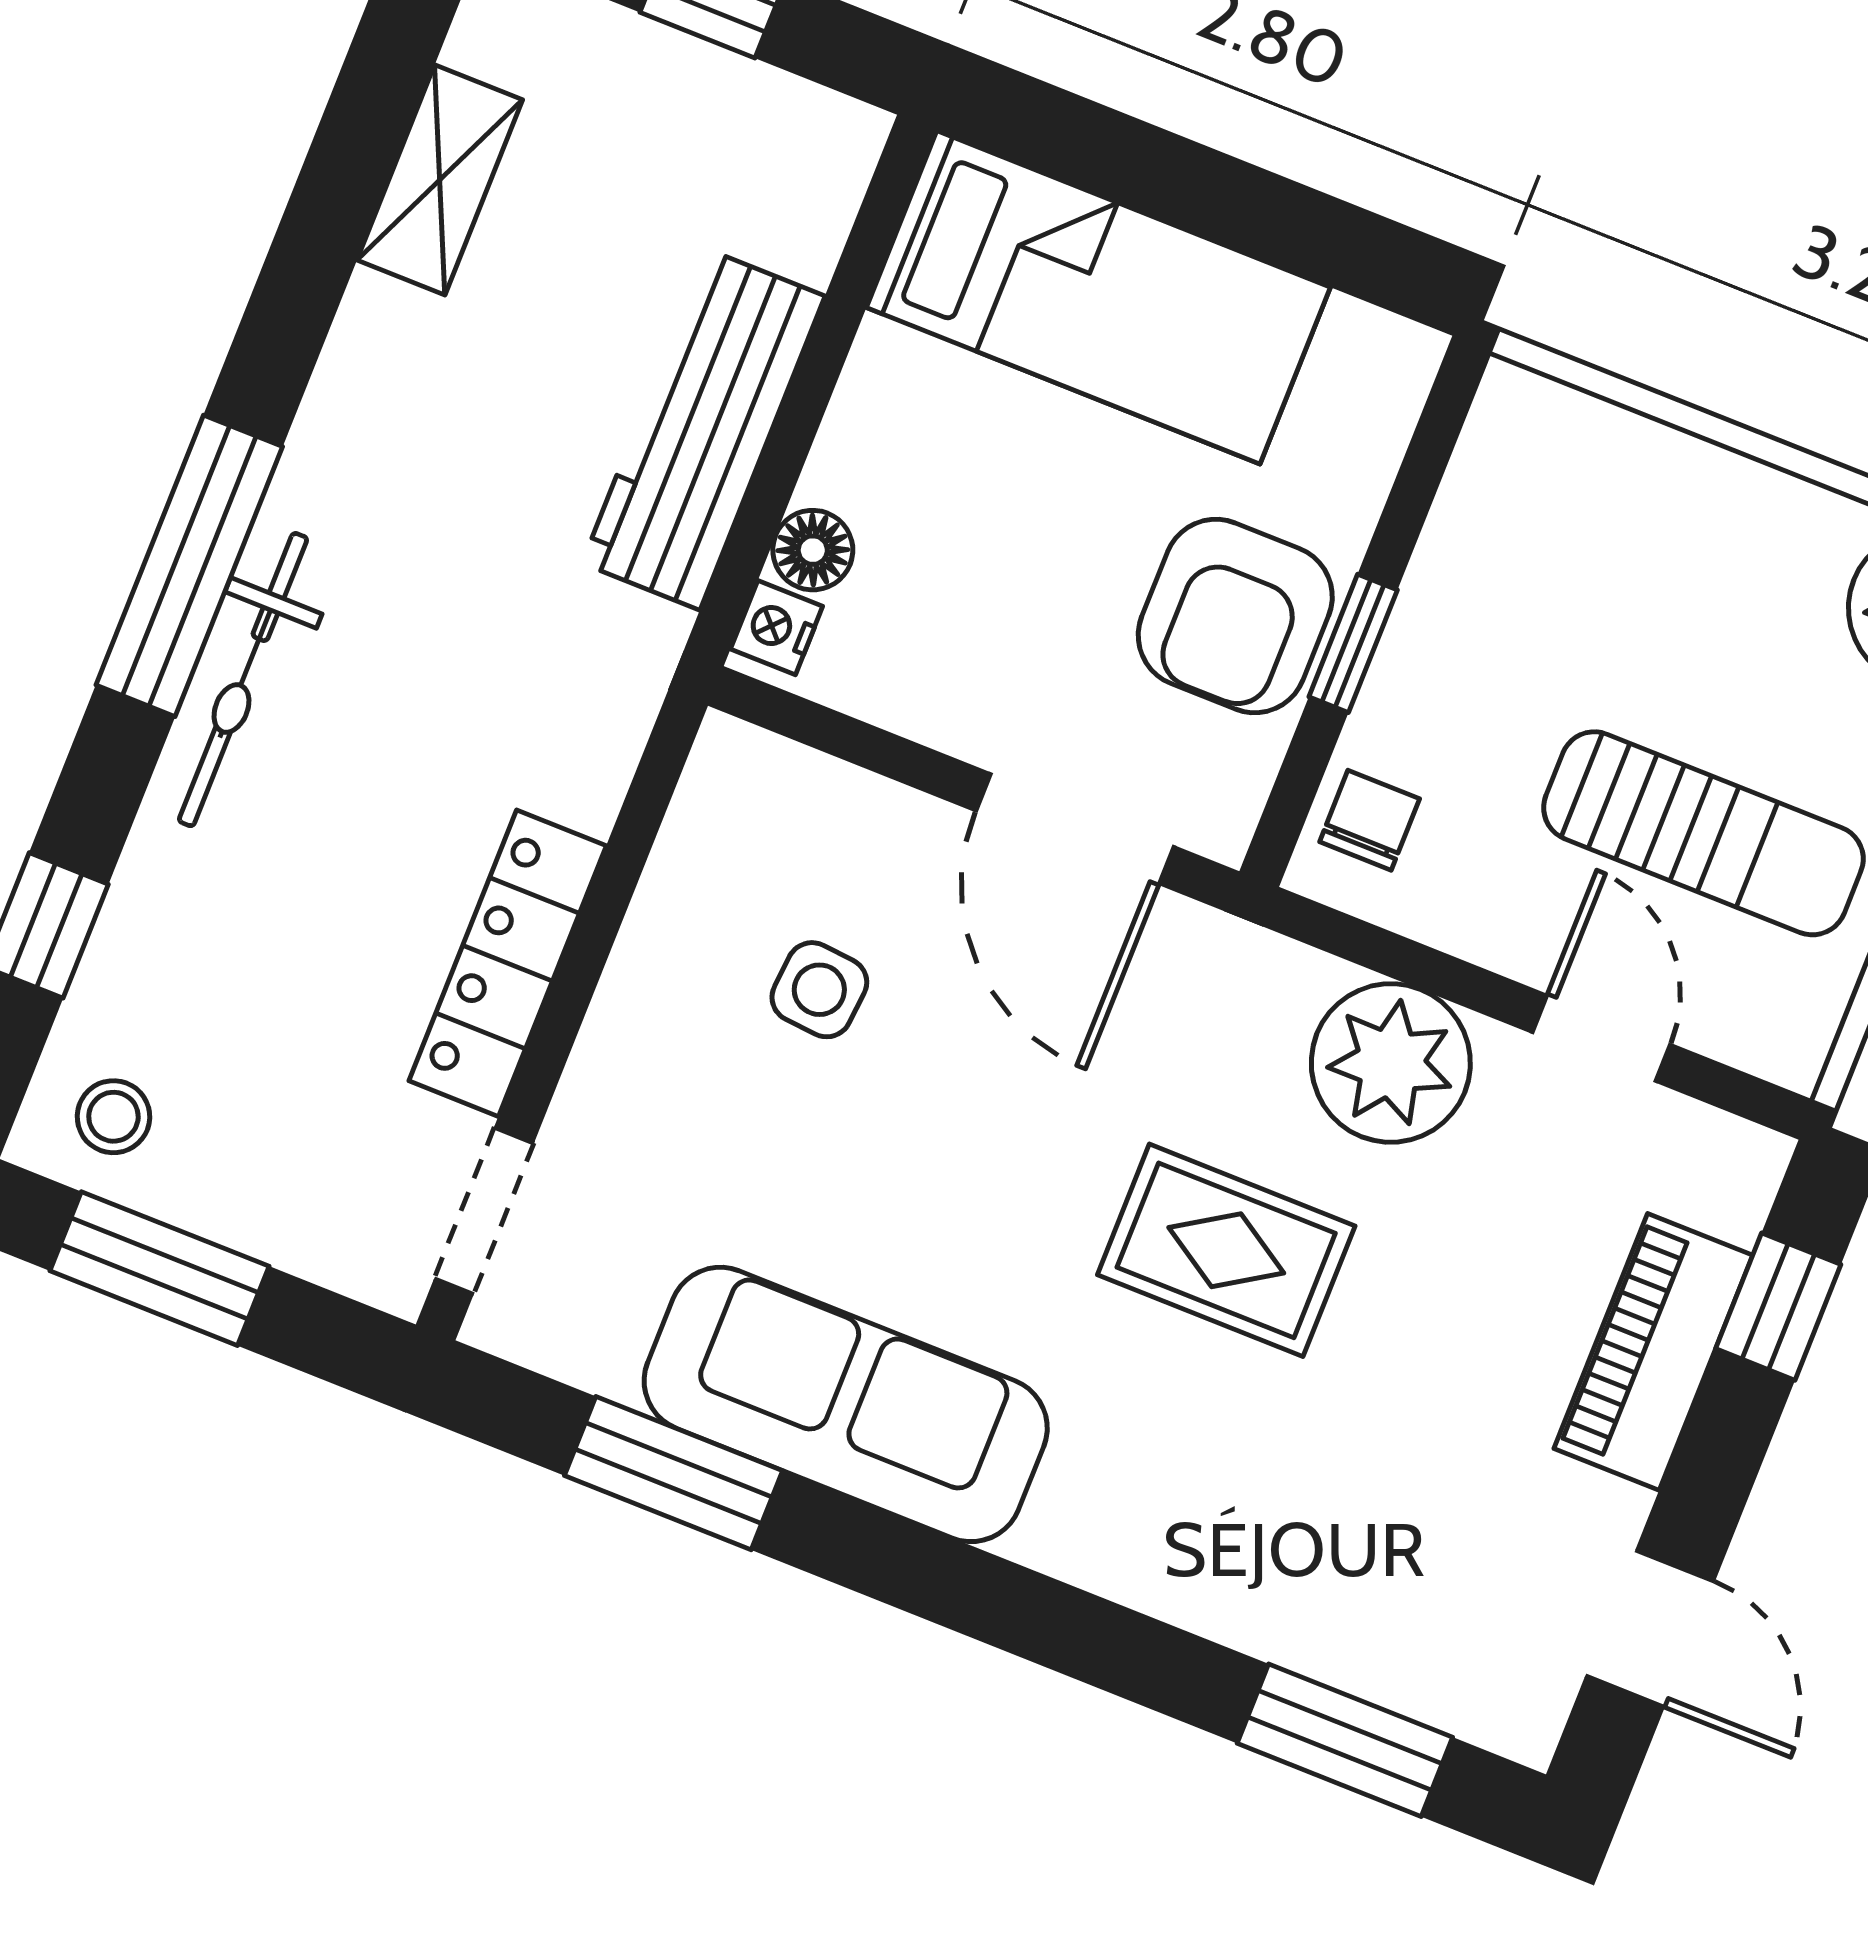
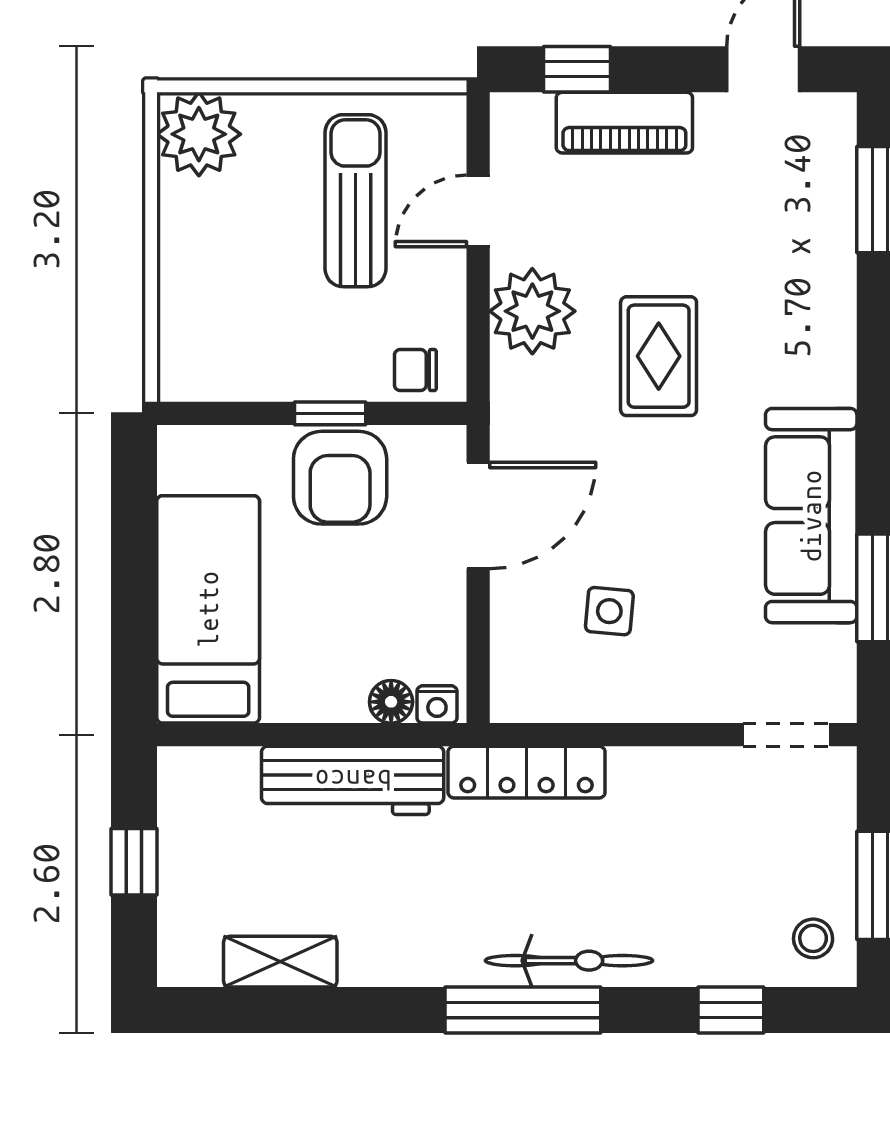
armchair: (1235, 616) -> (340, 478), turned 90
locker: (508, 963) -> (527, 772), moved

